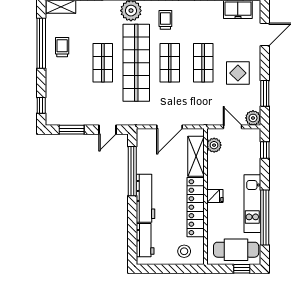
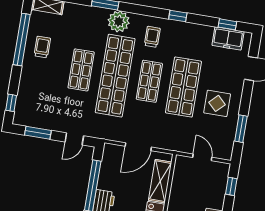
shop shelf: (203, 63) -> (183, 87), width x1.43, depth x1.36
plant: (253, 118) -> (225, 152), removed
plant: (214, 145) -> (180, 173), removed

